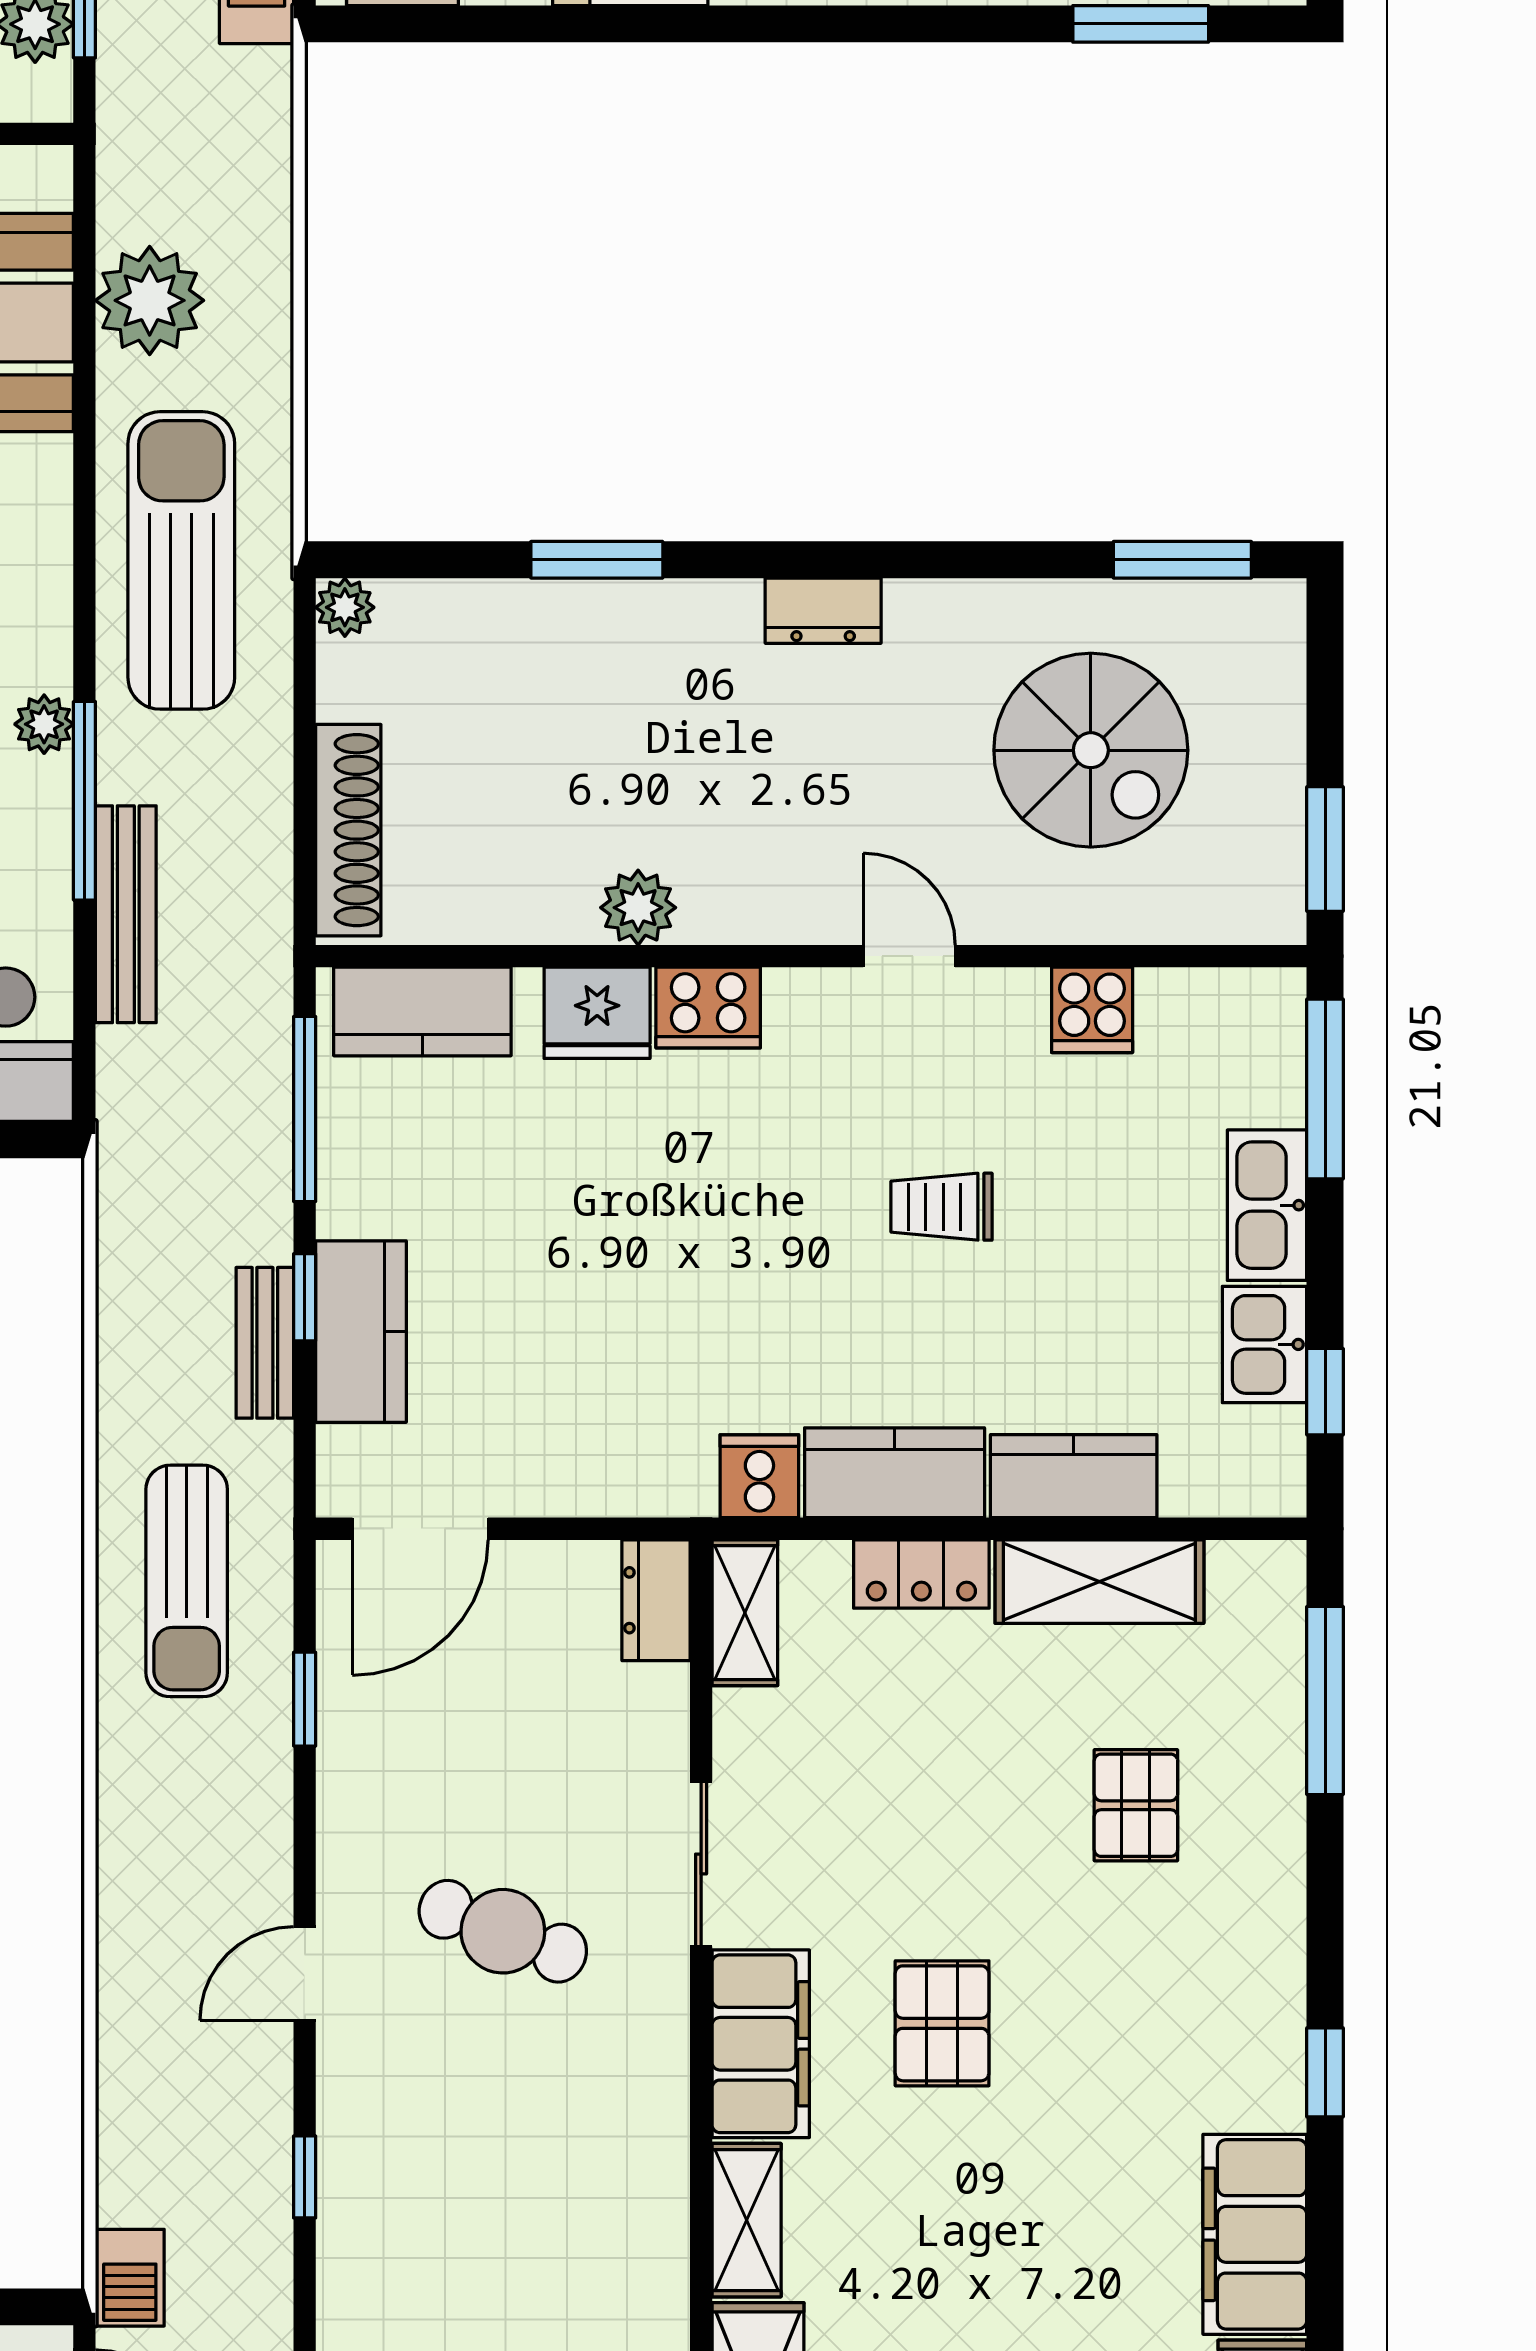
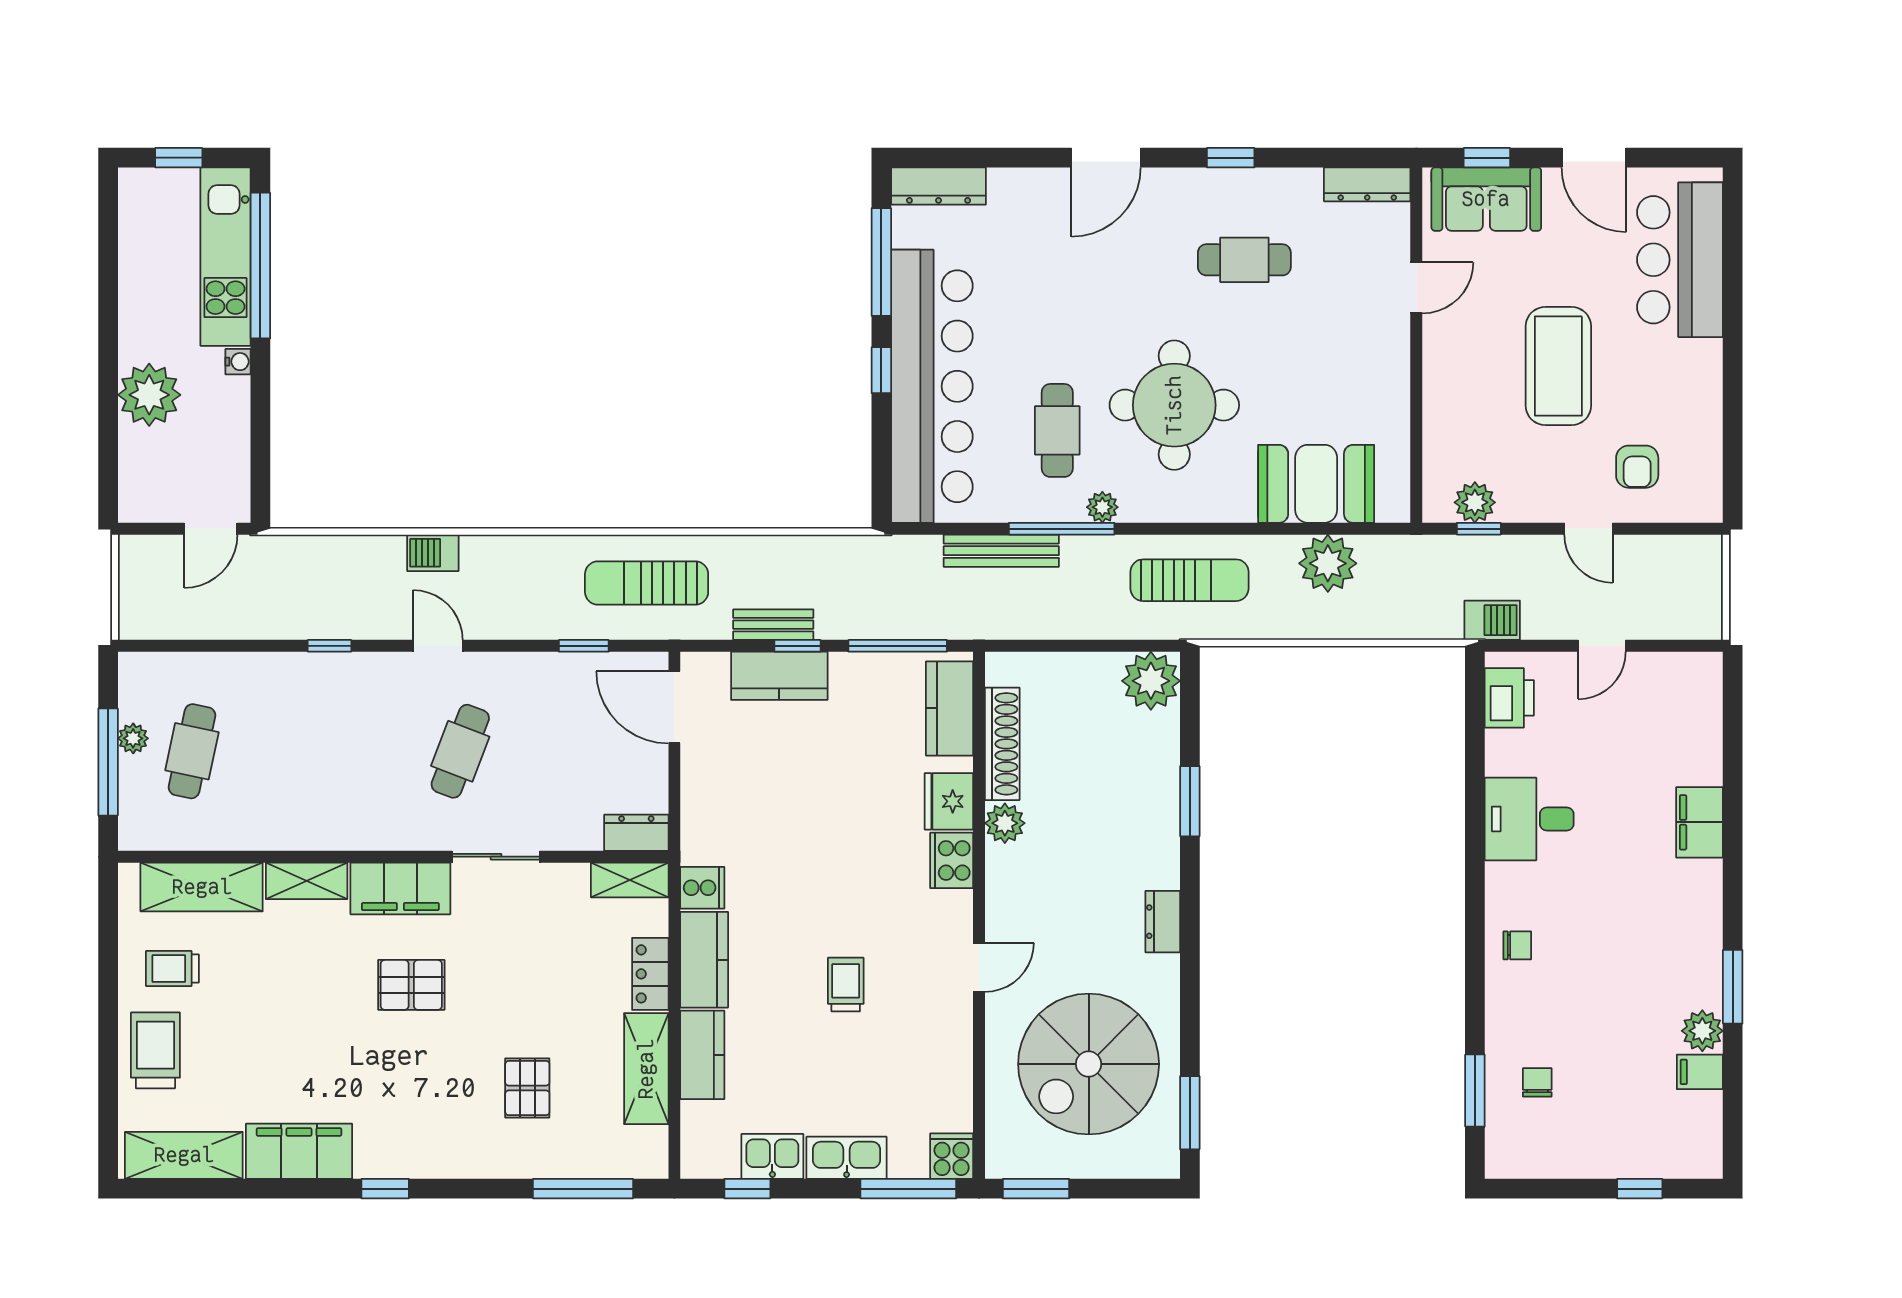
sun lounger: (181, 560) -> (1189, 580), width x0.73, depth x0.75
plant: (345, 607) -> (1151, 681), width x1.88, depth x1.88
spiral stairs: (1091, 750) -> (1089, 1064), width x1.37, depth x1.37
shoe rack: (348, 830) -> (1002, 744), moved, turned -90
cooker: (1092, 1010) -> (952, 1156), moved, turned 90
pallet: (1136, 1805) -> (527, 1088), turned 90
barbecue: (130, 2278) -> (433, 553), moved

